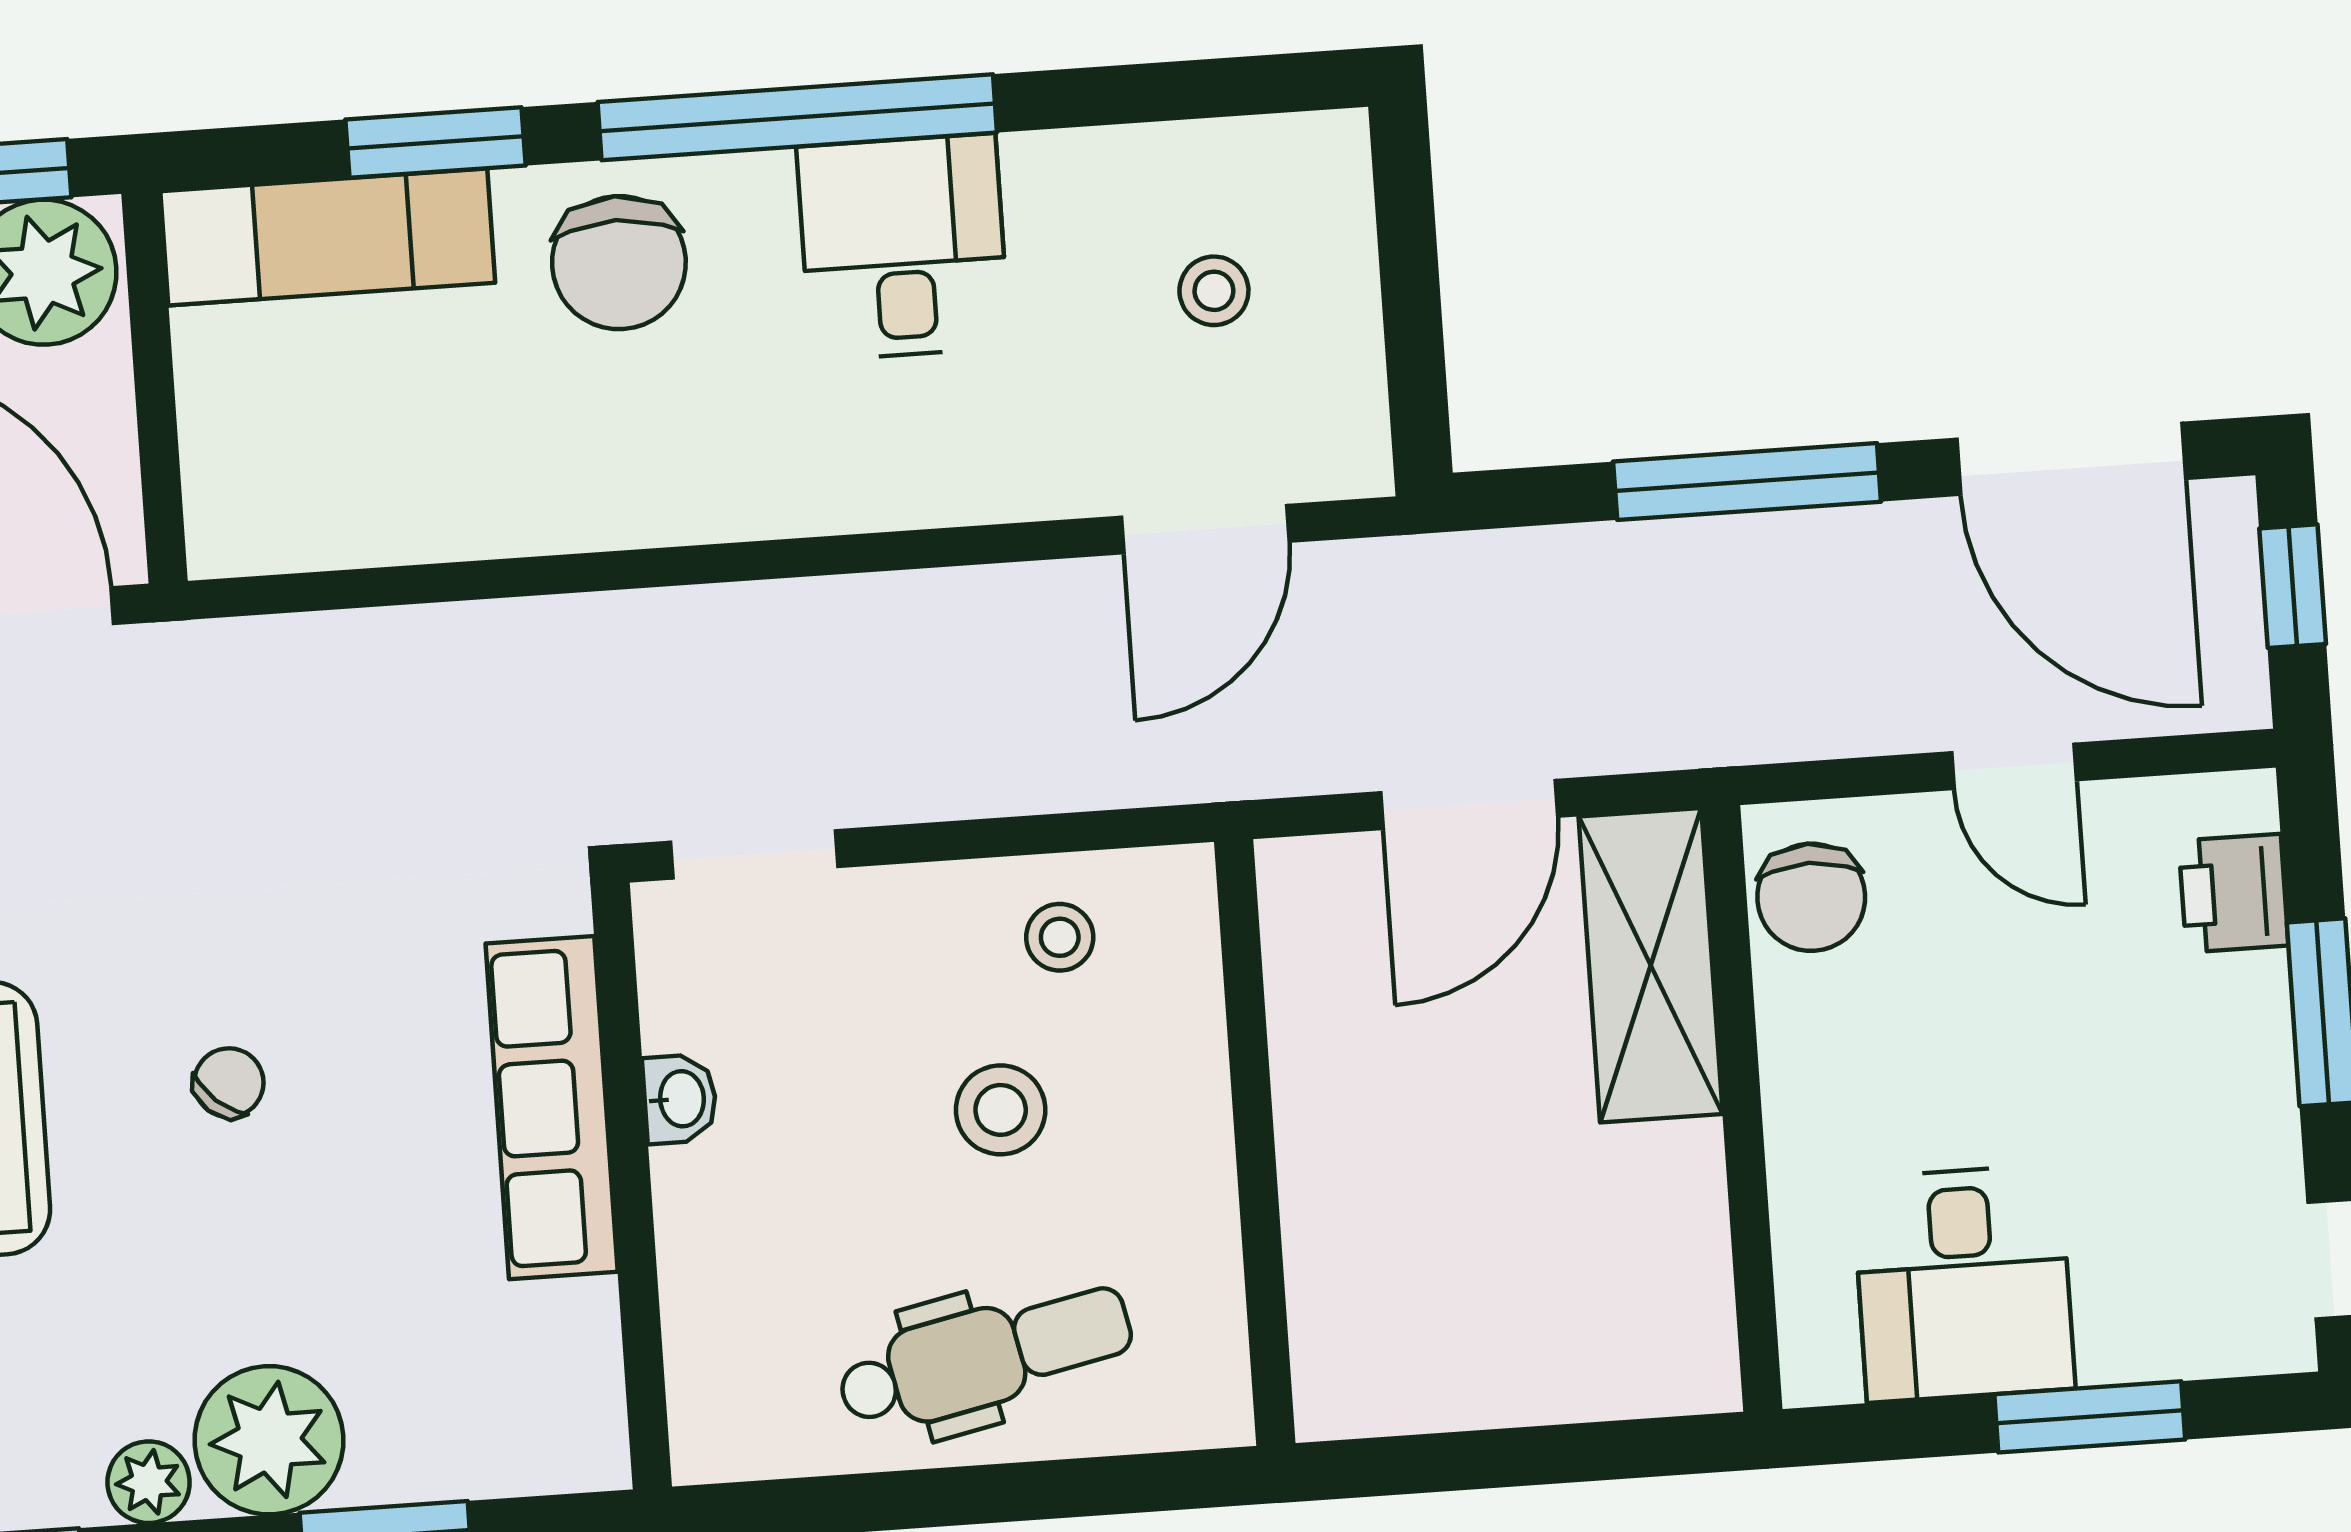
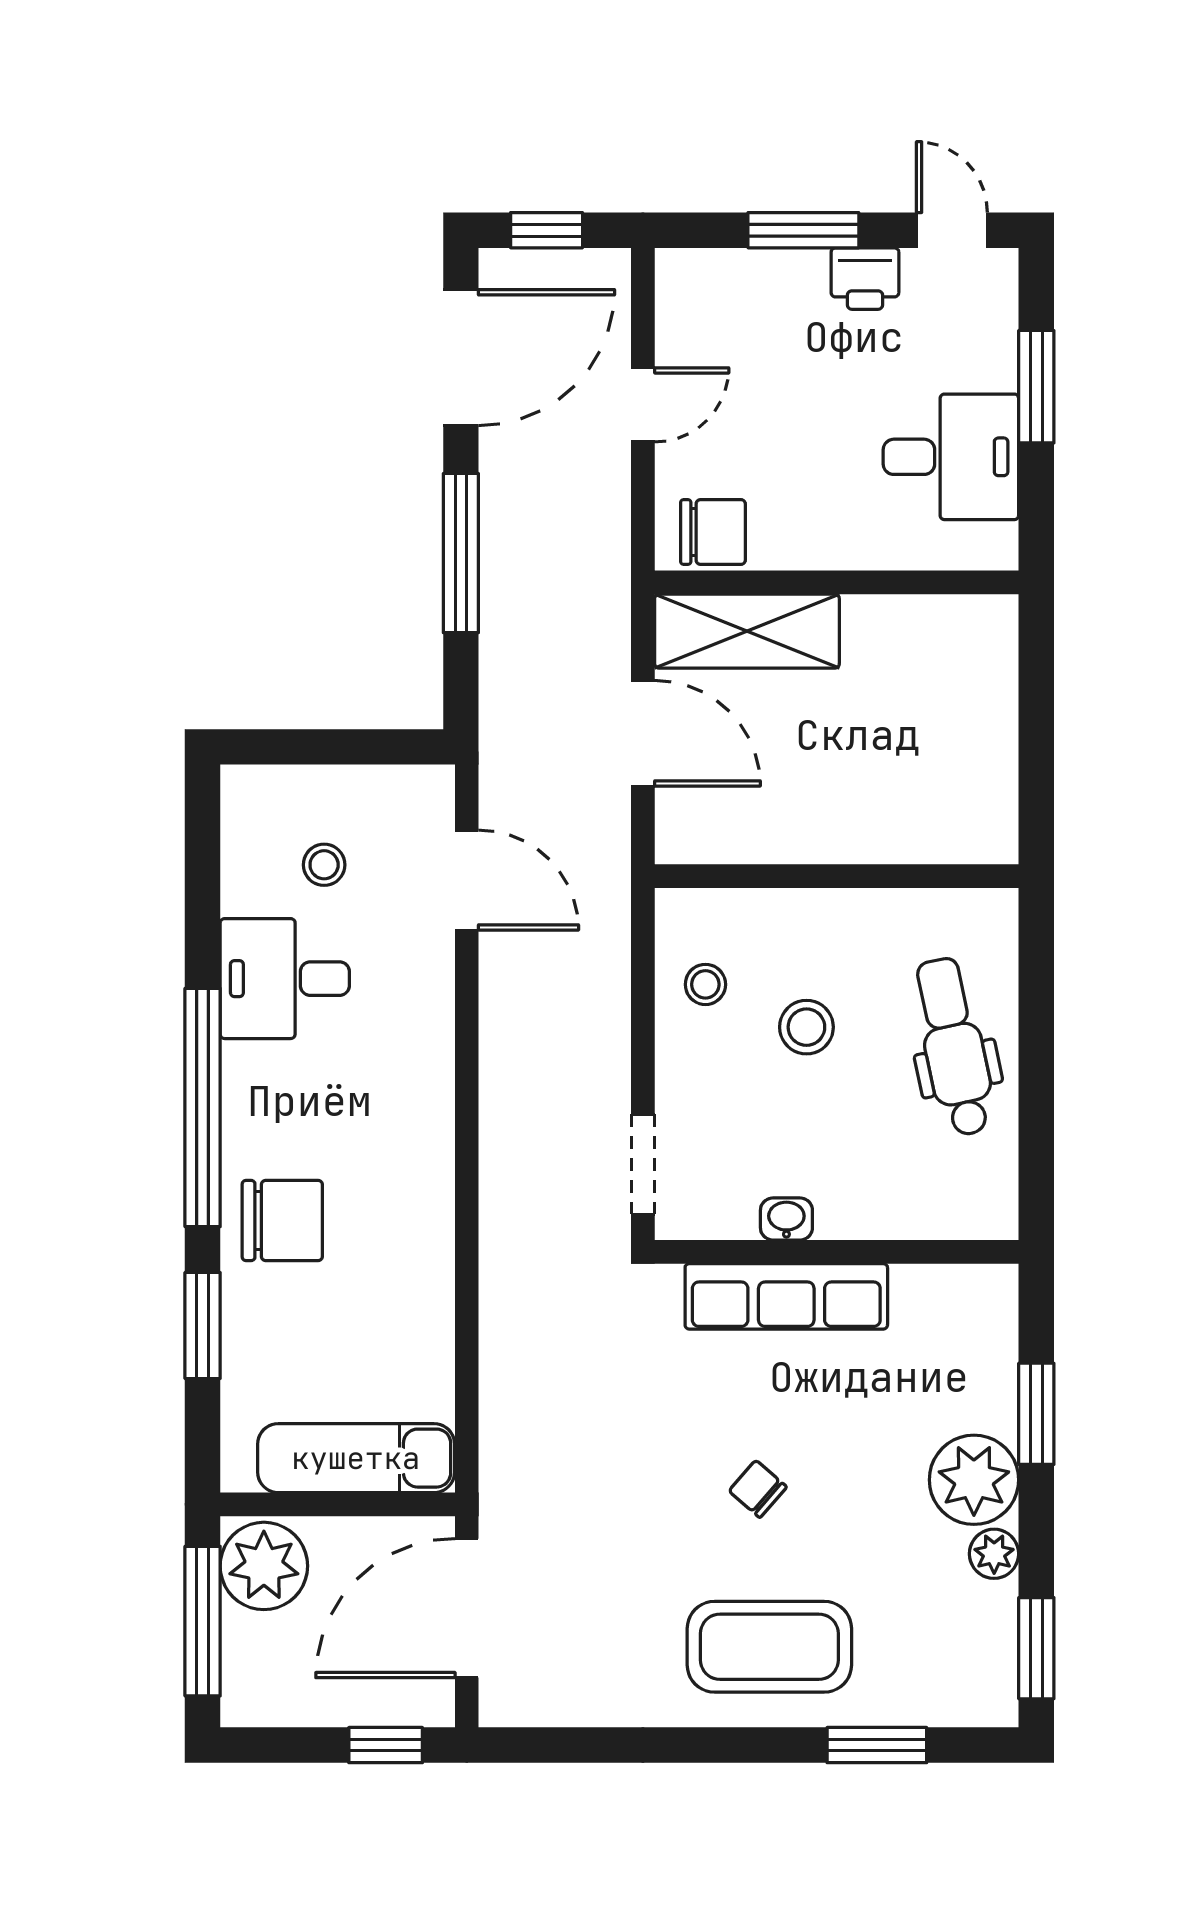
exam couch: (328, 237) -> (356, 1458), moved, turned -90
desk: (903, 247) -> (285, 979), moved
printer: (2233, 893) -> (865, 279), moved

